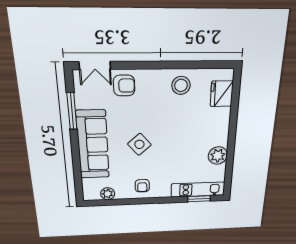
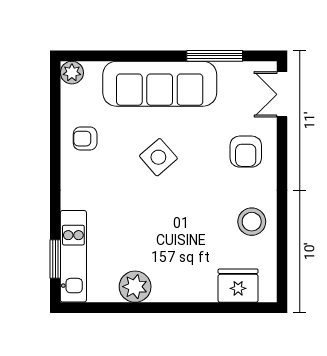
armchair: (124, 86) -> (246, 152), moved
armchair: (142, 186) -> (85, 139), moved
plant: (108, 194) -> (72, 73), moved

